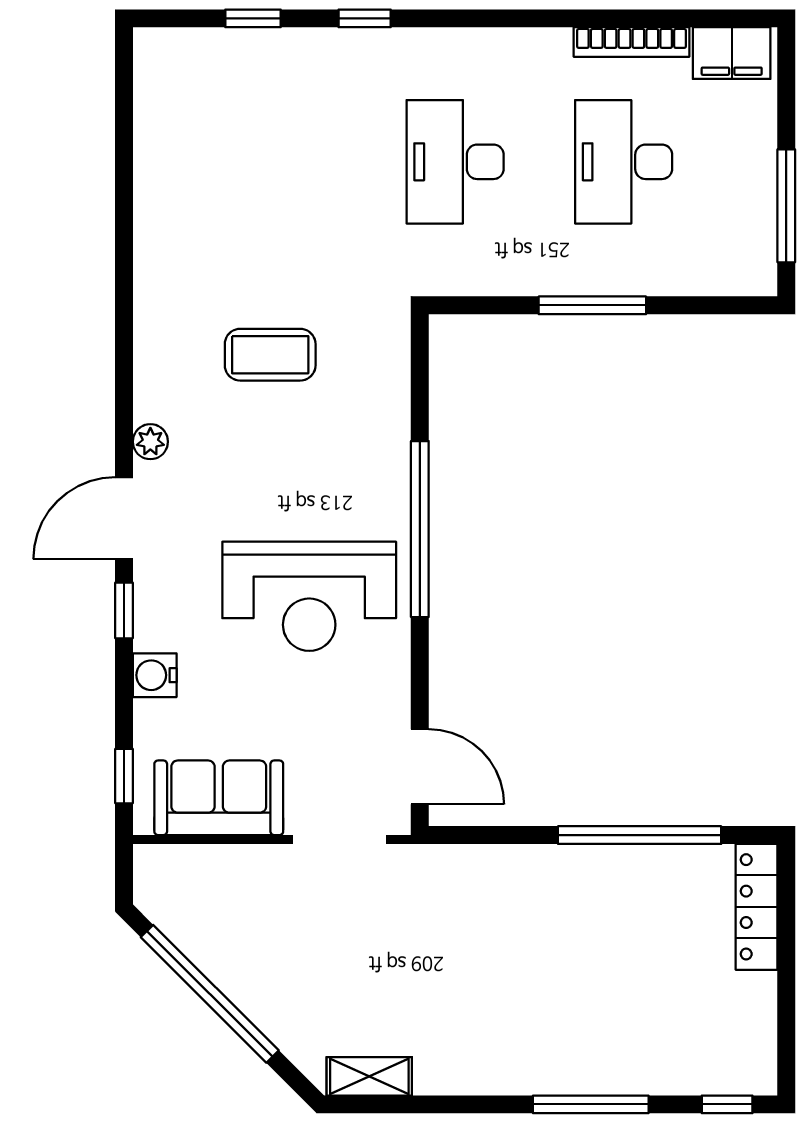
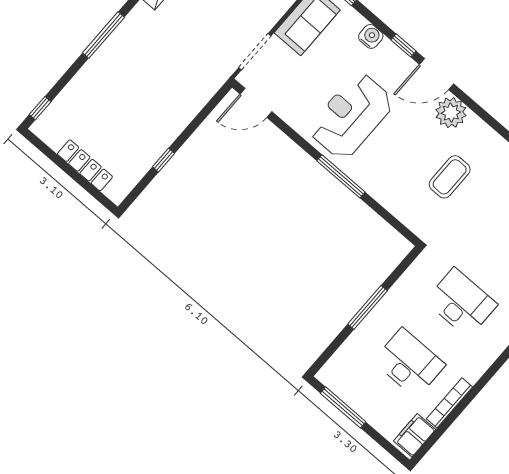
plant: (150, 442) -> (451, 113), width x1.88, depth x1.88
door: (124, 518) -> (436, 74), swing flipped
window: (420, 529) -> (341, 176), width x0.68
window: (640, 835) -> (164, 160), width x0.32
locker: (757, 907) -> (85, 165), moved
window: (591, 1104) -> (103, 35), moved

